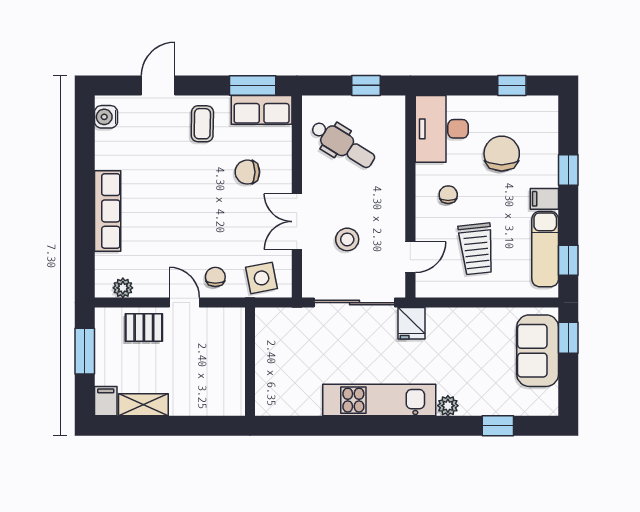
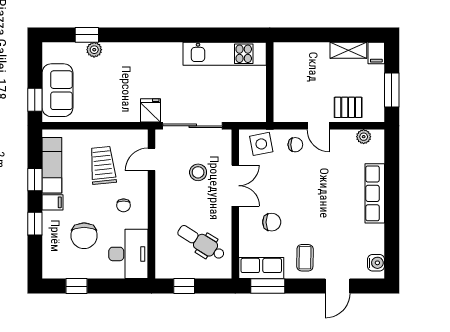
window: (568, 260) -> (35, 180), moved
chair: (215, 277) -> (295, 145), turned -90
kitchen unit: (379, 400) -> (225, 54), moved
plant: (448, 406) -> (94, 50), moved

